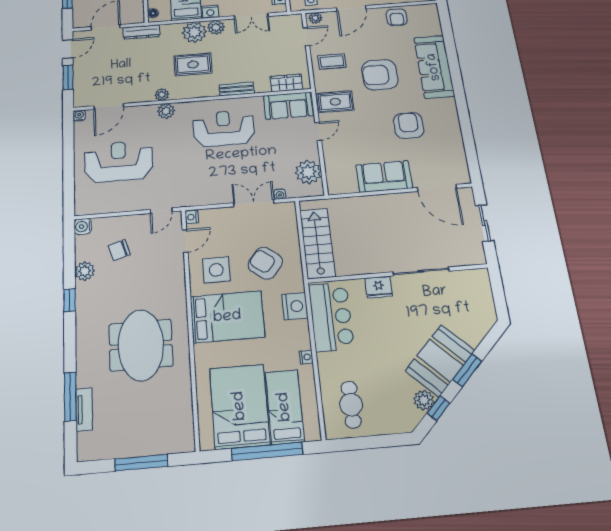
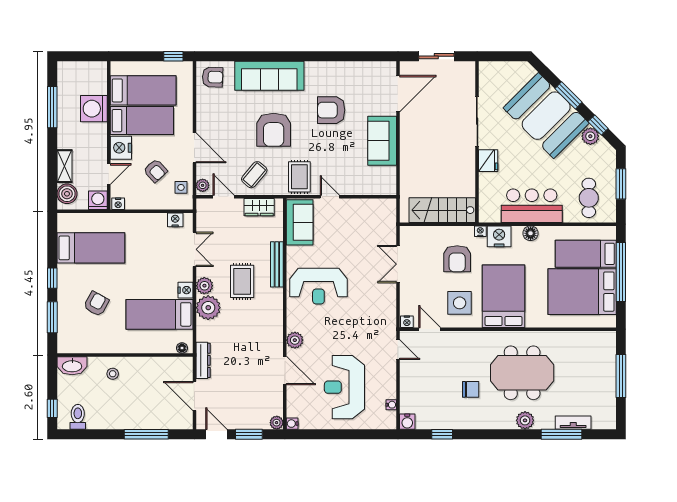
armchair: (397, 17) -> (213, 77), moved
coffee table: (332, 61) -> (254, 175), turned 40
rug: (193, 64) -> (242, 281), moved
wardrobe: (286, 83) -> (259, 207), moved, turned -90
bench: (237, 89) -> (277, 264), width x1.36
plant: (162, 95) -> (277, 423), moved
door: (109, 106) -> (285, 371), moved
reception desk: (224, 128) -> (318, 286), turned -90
plant: (308, 172) -> (371, 211), removed
water cooler: (280, 194) -> (391, 405), moved
chair: (119, 250) -> (471, 389), moved, turned -73
armchair: (265, 263) -> (457, 259), turned -38
plant: (85, 271) -> (525, 420), moved
window: (70, 300) -> (442, 434), moved
bar counter: (331, 317) -> (532, 206), moved
floor lamp: (302, 341) -> (531, 233), added
nightstand: (306, 357) -> (480, 231), moved
booth: (440, 361) -> (546, 116), width x1.36, depth x1.42
cafe table: (351, 405) -> (589, 198), turned 90
window: (373, 442) -> (621, 184), added

